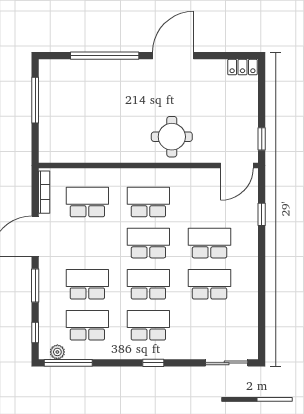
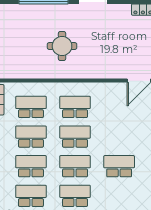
round table: (172, 137) -> (62, 46), moved
school desk: (209, 243) -> (31, 137), moved

